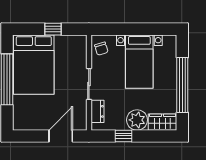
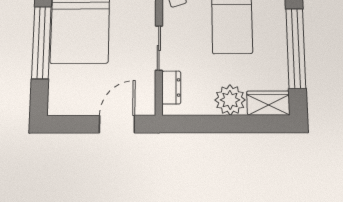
window: (124, 136) -> (210, 124), removed

